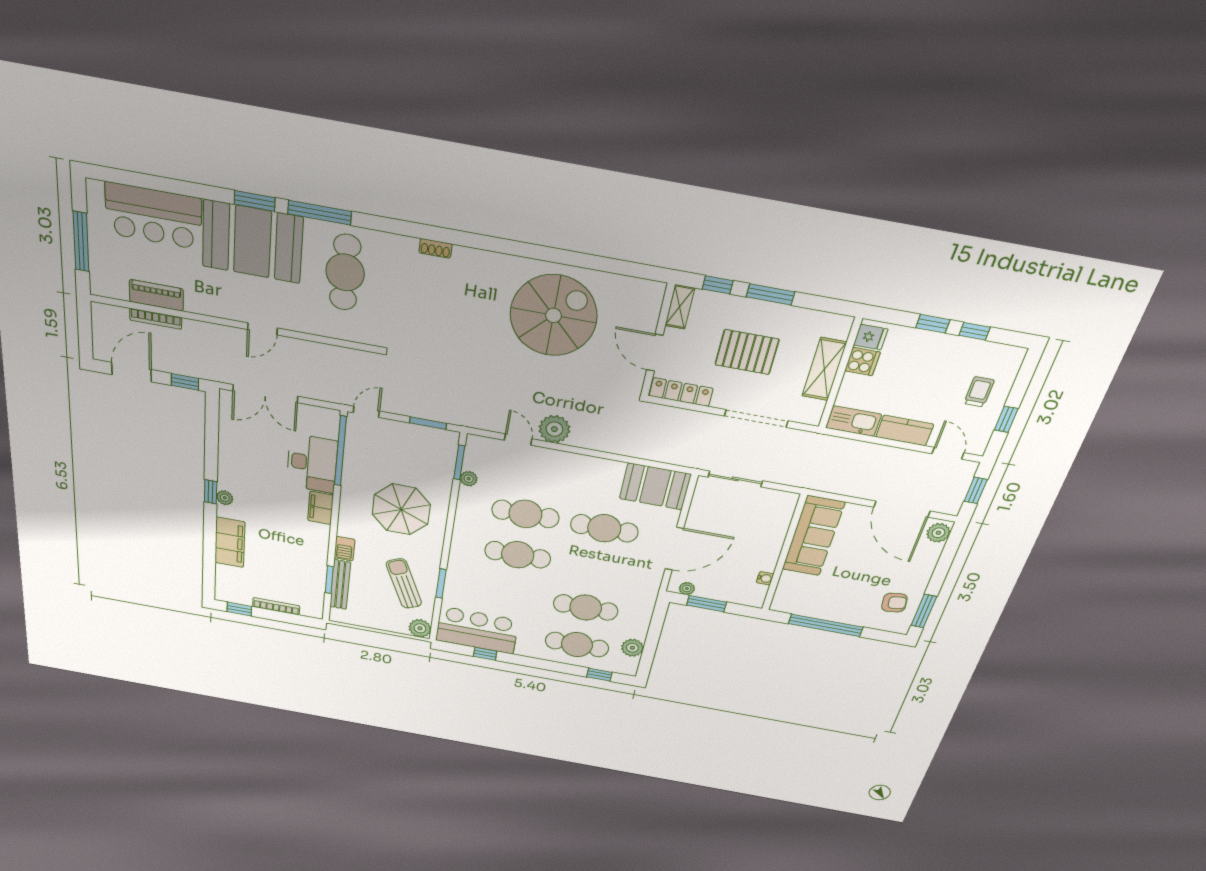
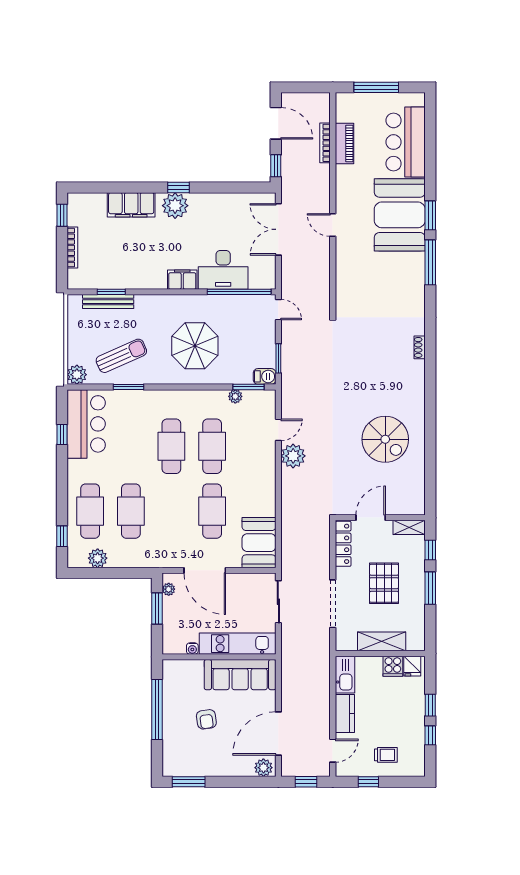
cafe table: (345, 272) -> (389, 284), removed
spiral stairs: (553, 315) -> (385, 439), width x0.73, depth x0.73
plant: (225, 498) -> (175, 206), width x1.88, depth x1.88
kitchen unit: (774, 532) -> (238, 644), added
barbecue: (344, 549) -> (265, 376), moved, turned 180
armchair: (894, 603) -> (206, 719), moved

